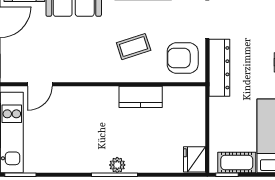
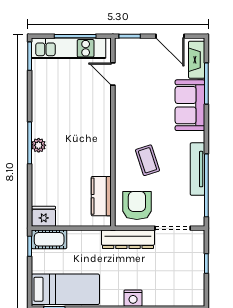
kitchen counter: (141, 97) -> (101, 196), moved
cot: (237, 163) -> (49, 239), moved, turned 90

